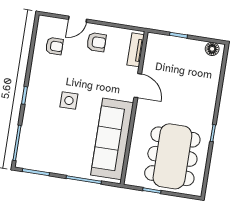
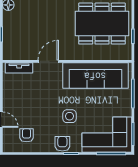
armchair: (96, 42) -> (62, 144), moved
corner sofa: (40, 141) -> (107, 135), added

